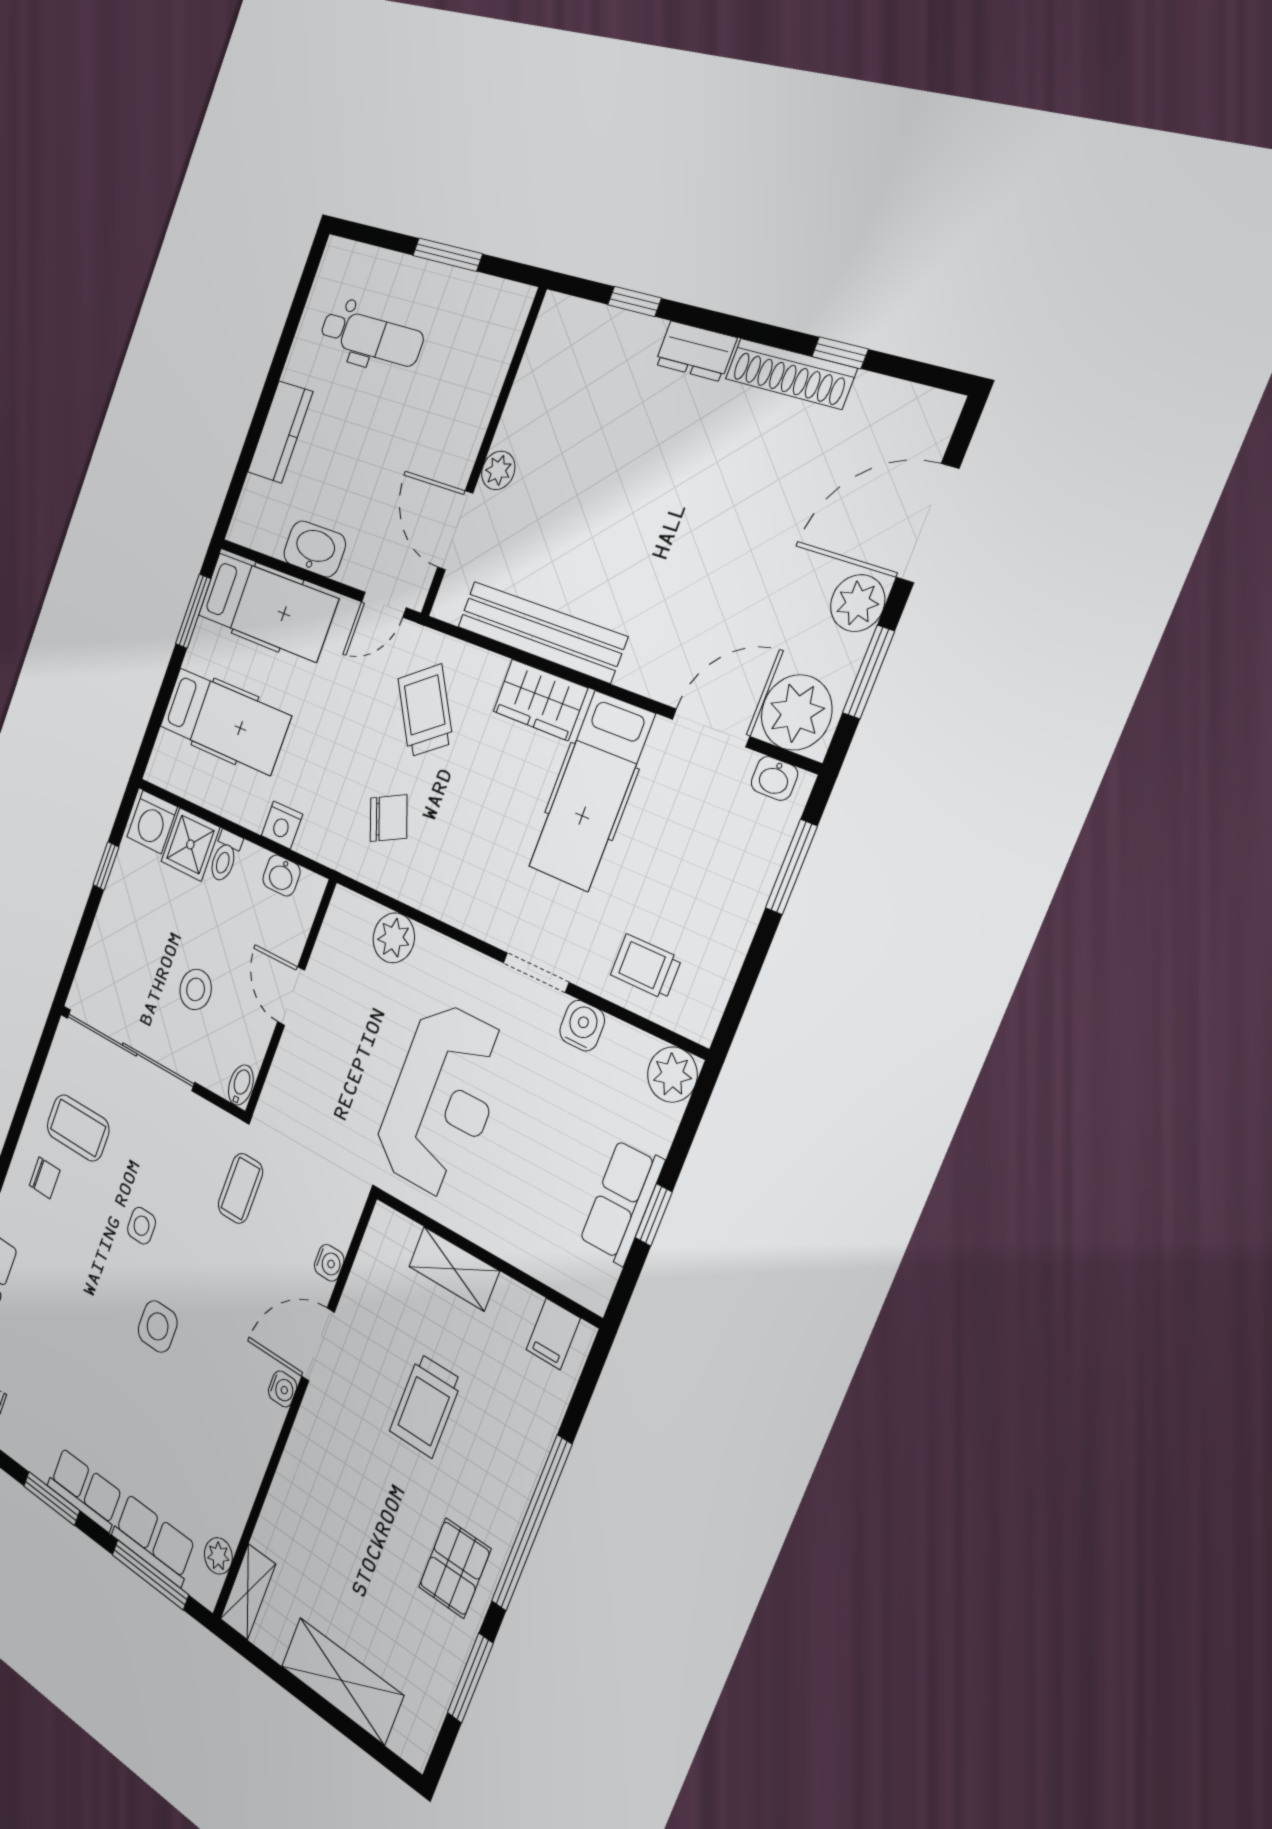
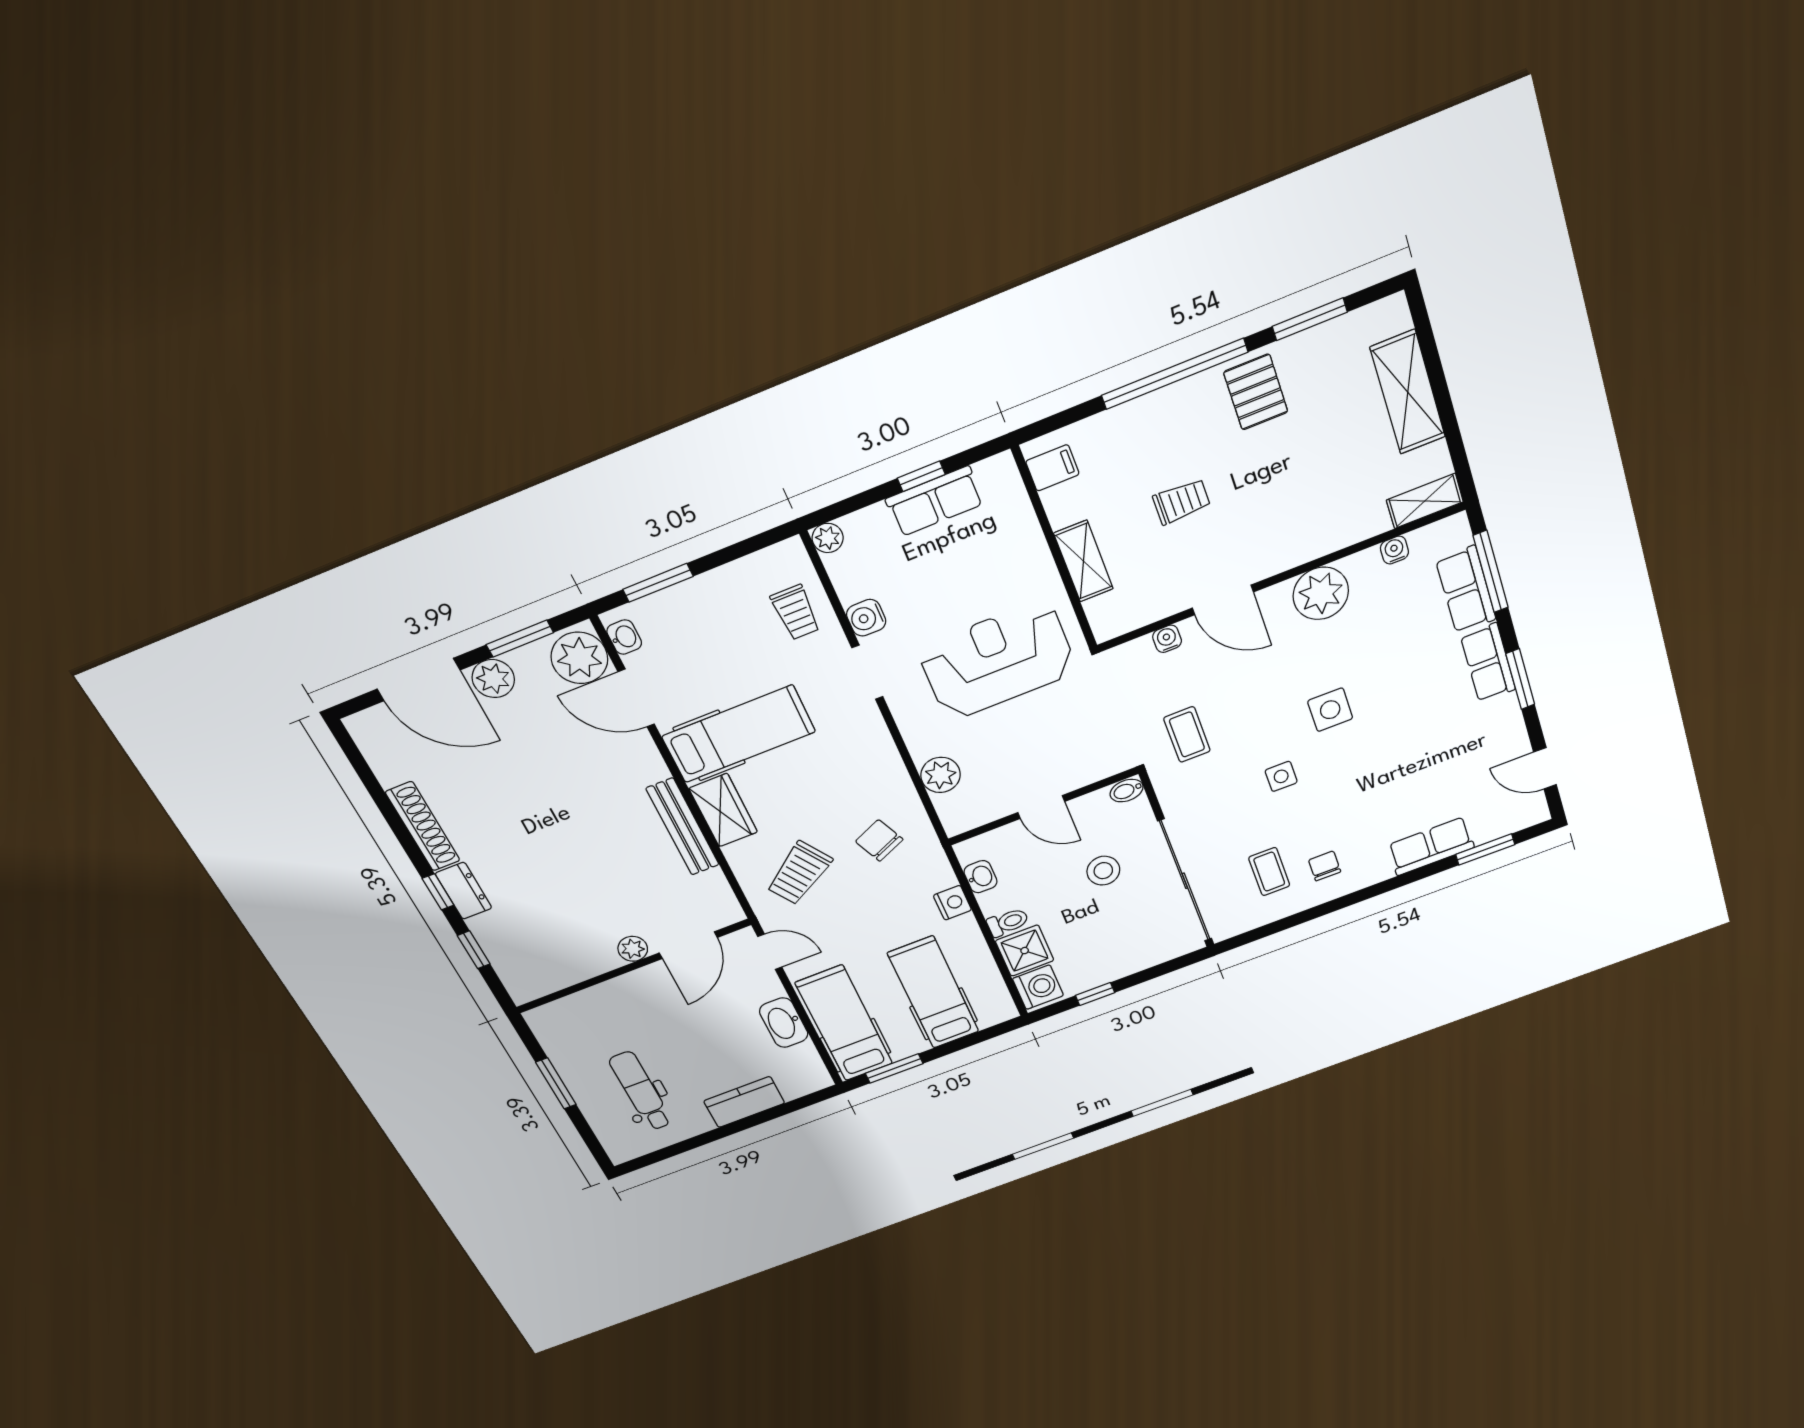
window: (840, 353) -> (438, 892), moved
bench: (541, 632) -> (683, 827), width x0.73, depth x0.82
door: (291, 996) -> (1041, 807), hinge flipped
plant: (672, 1075) -> (828, 538), width x0.73, depth x0.73
coffee table: (78, 1128) -> (1269, 872), width x0.73, depth x0.77
coffee table: (240, 1188) -> (1187, 734), turned 90
water cooler: (283, 1389) -> (1394, 550), moved
trolley: (426, 1406) -> (1181, 502), width x0.73, depth x0.72
plant: (218, 1556) -> (1321, 593), moved, width x1.88, depth x1.88
pallet: (455, 1568) -> (1256, 392), turned 90

